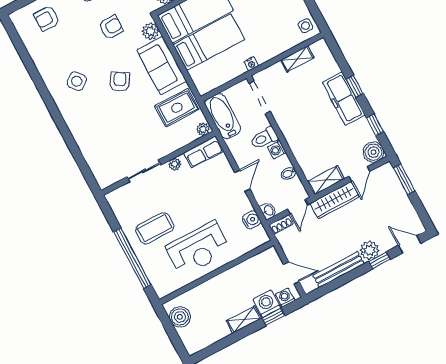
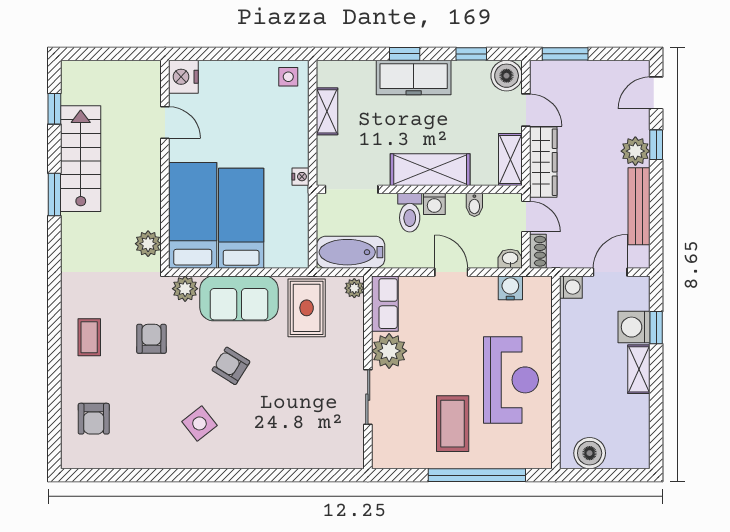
shelving: (295, 137) -> (430, 170), added
plant: (175, 164) -> (389, 351), width x1.87, depth x1.87
washing machine: (285, 297) -> (571, 287), moved, turned 180

